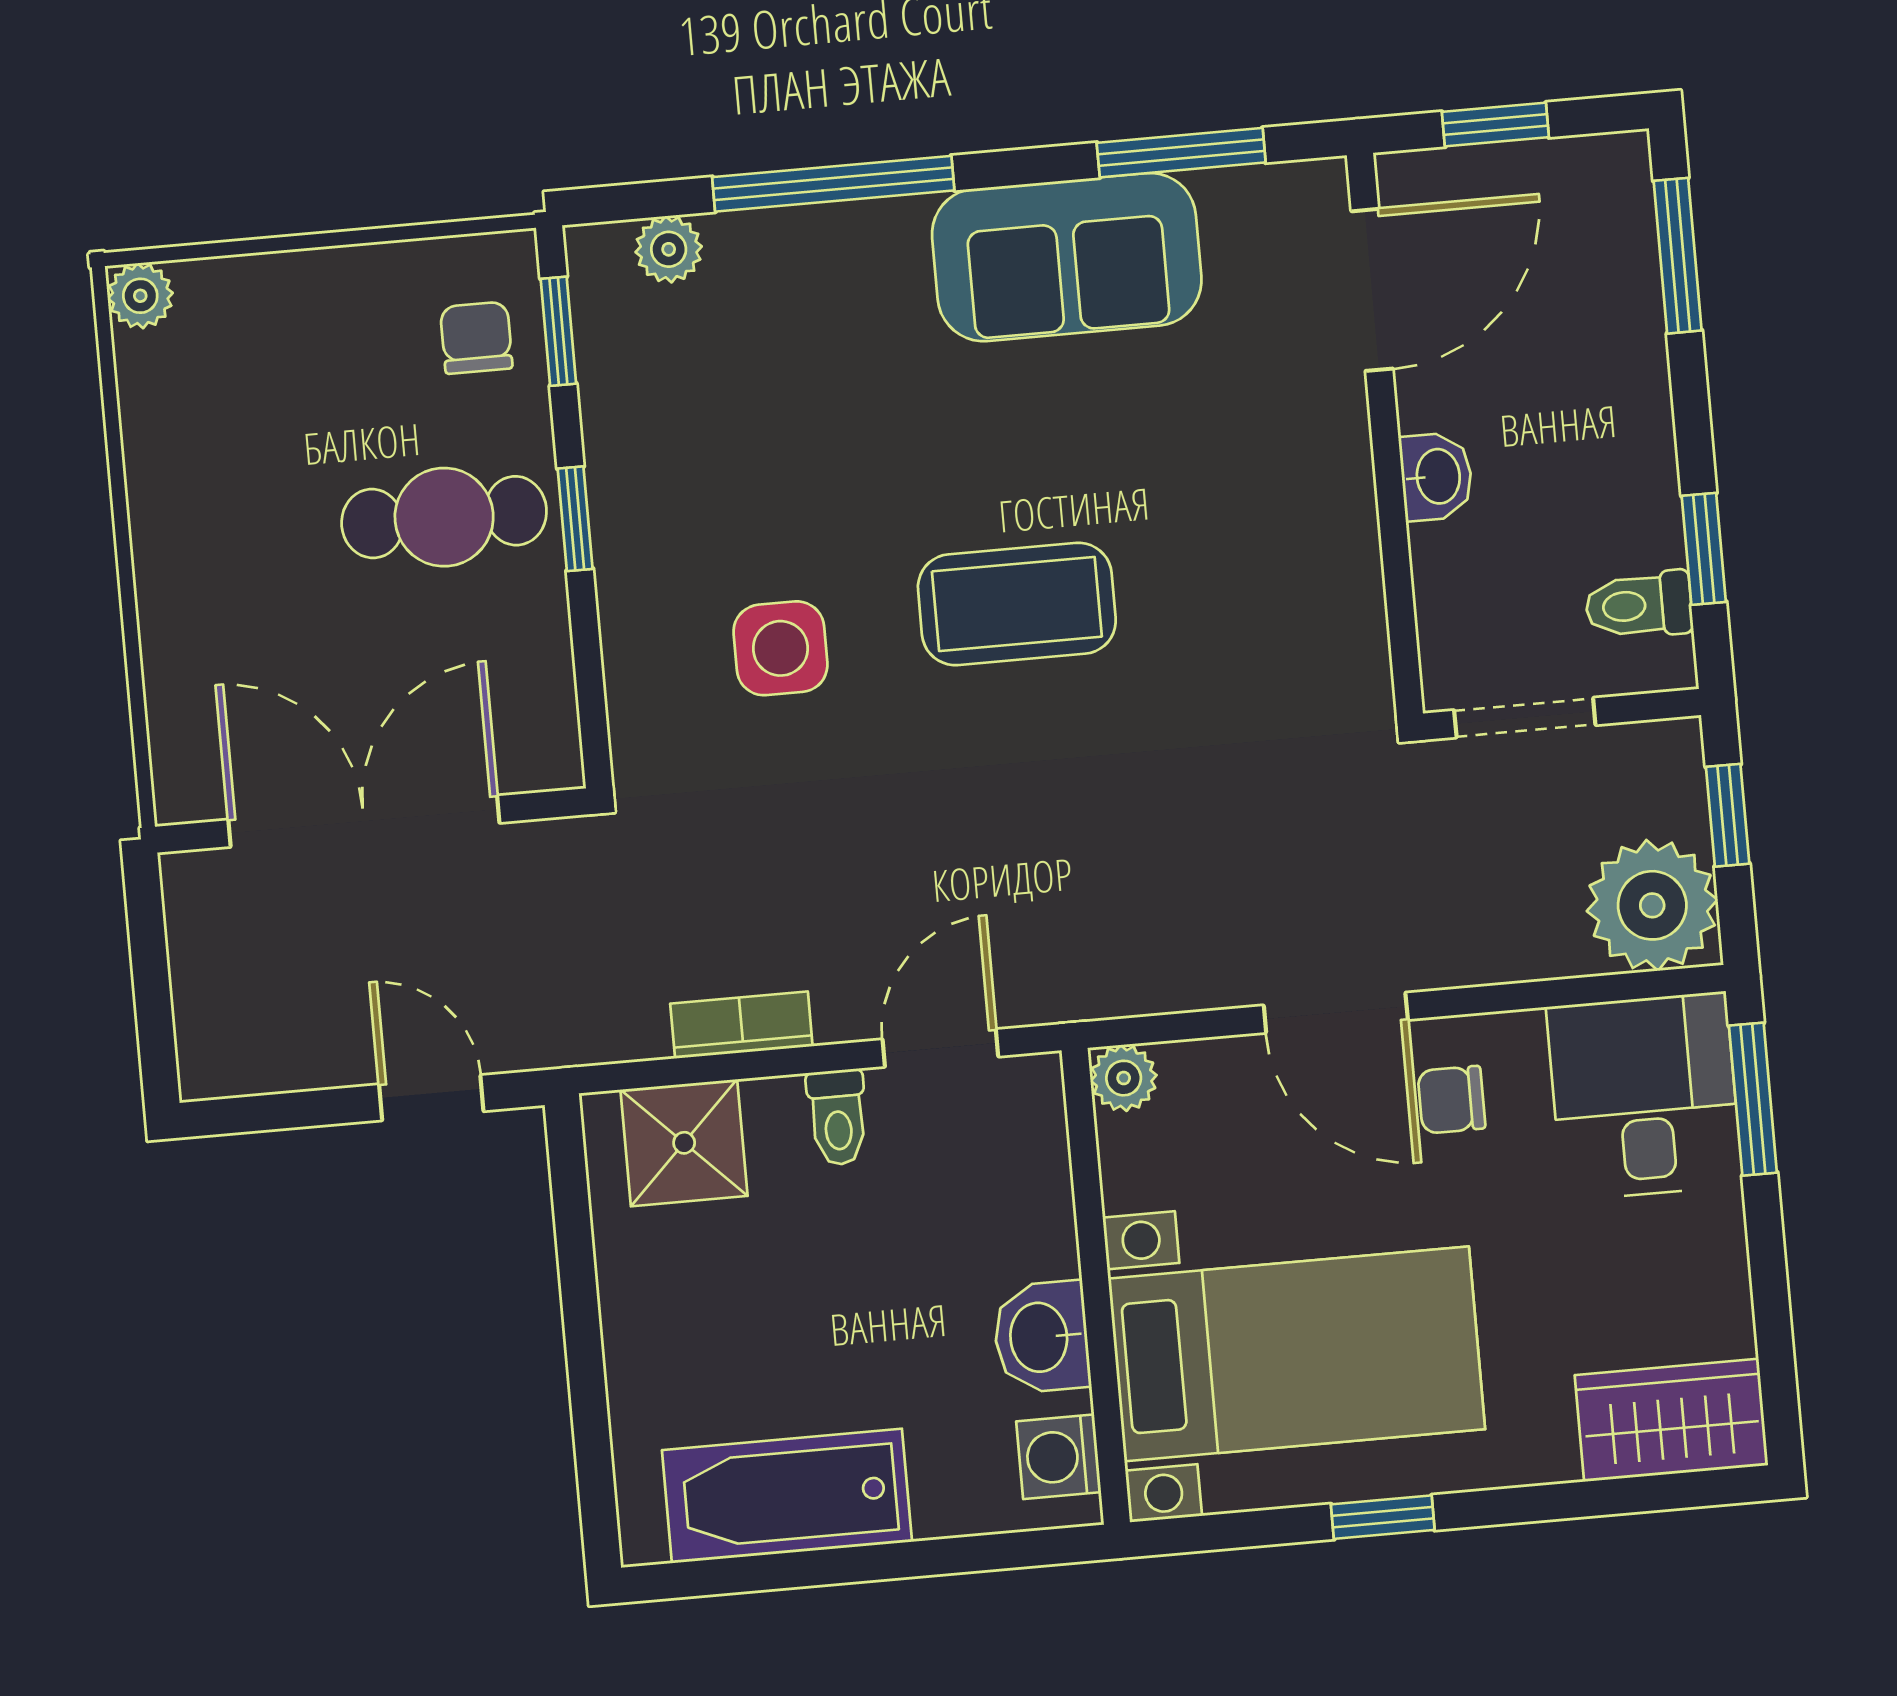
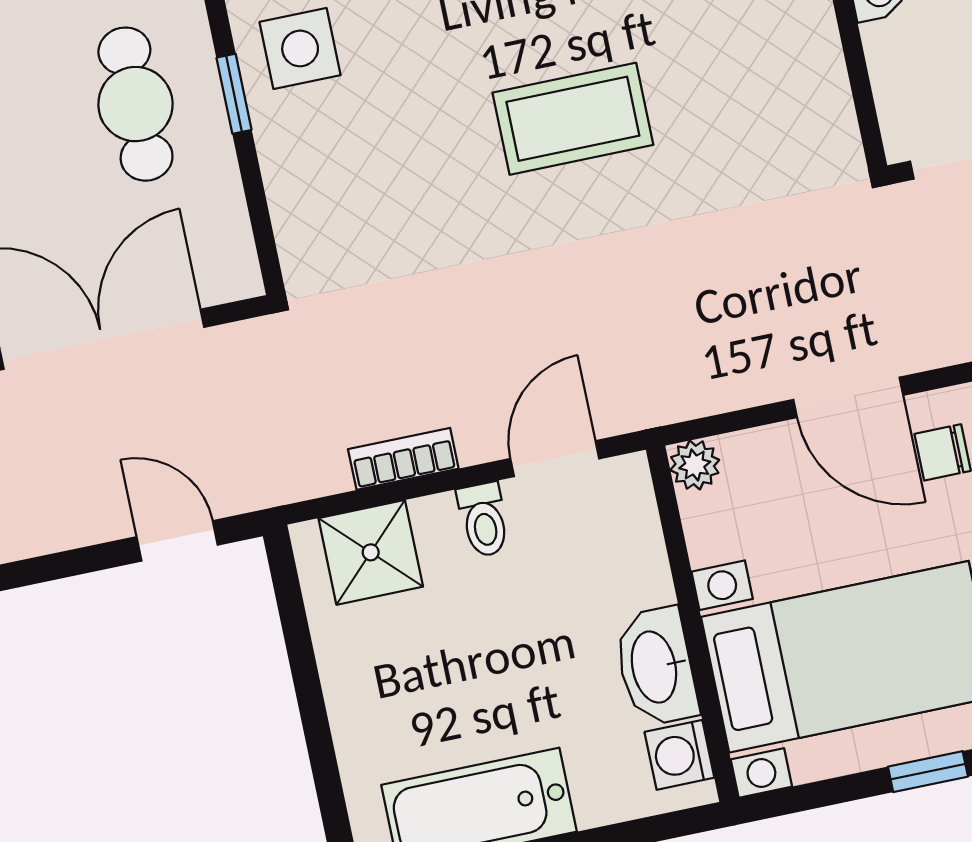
cafe table: (444, 517) -> (135, 104), turned 90
side table: (780, 648) -> (300, 48), moved
washbasin: (1041, 1337) -> (656, 667), width x1.38

